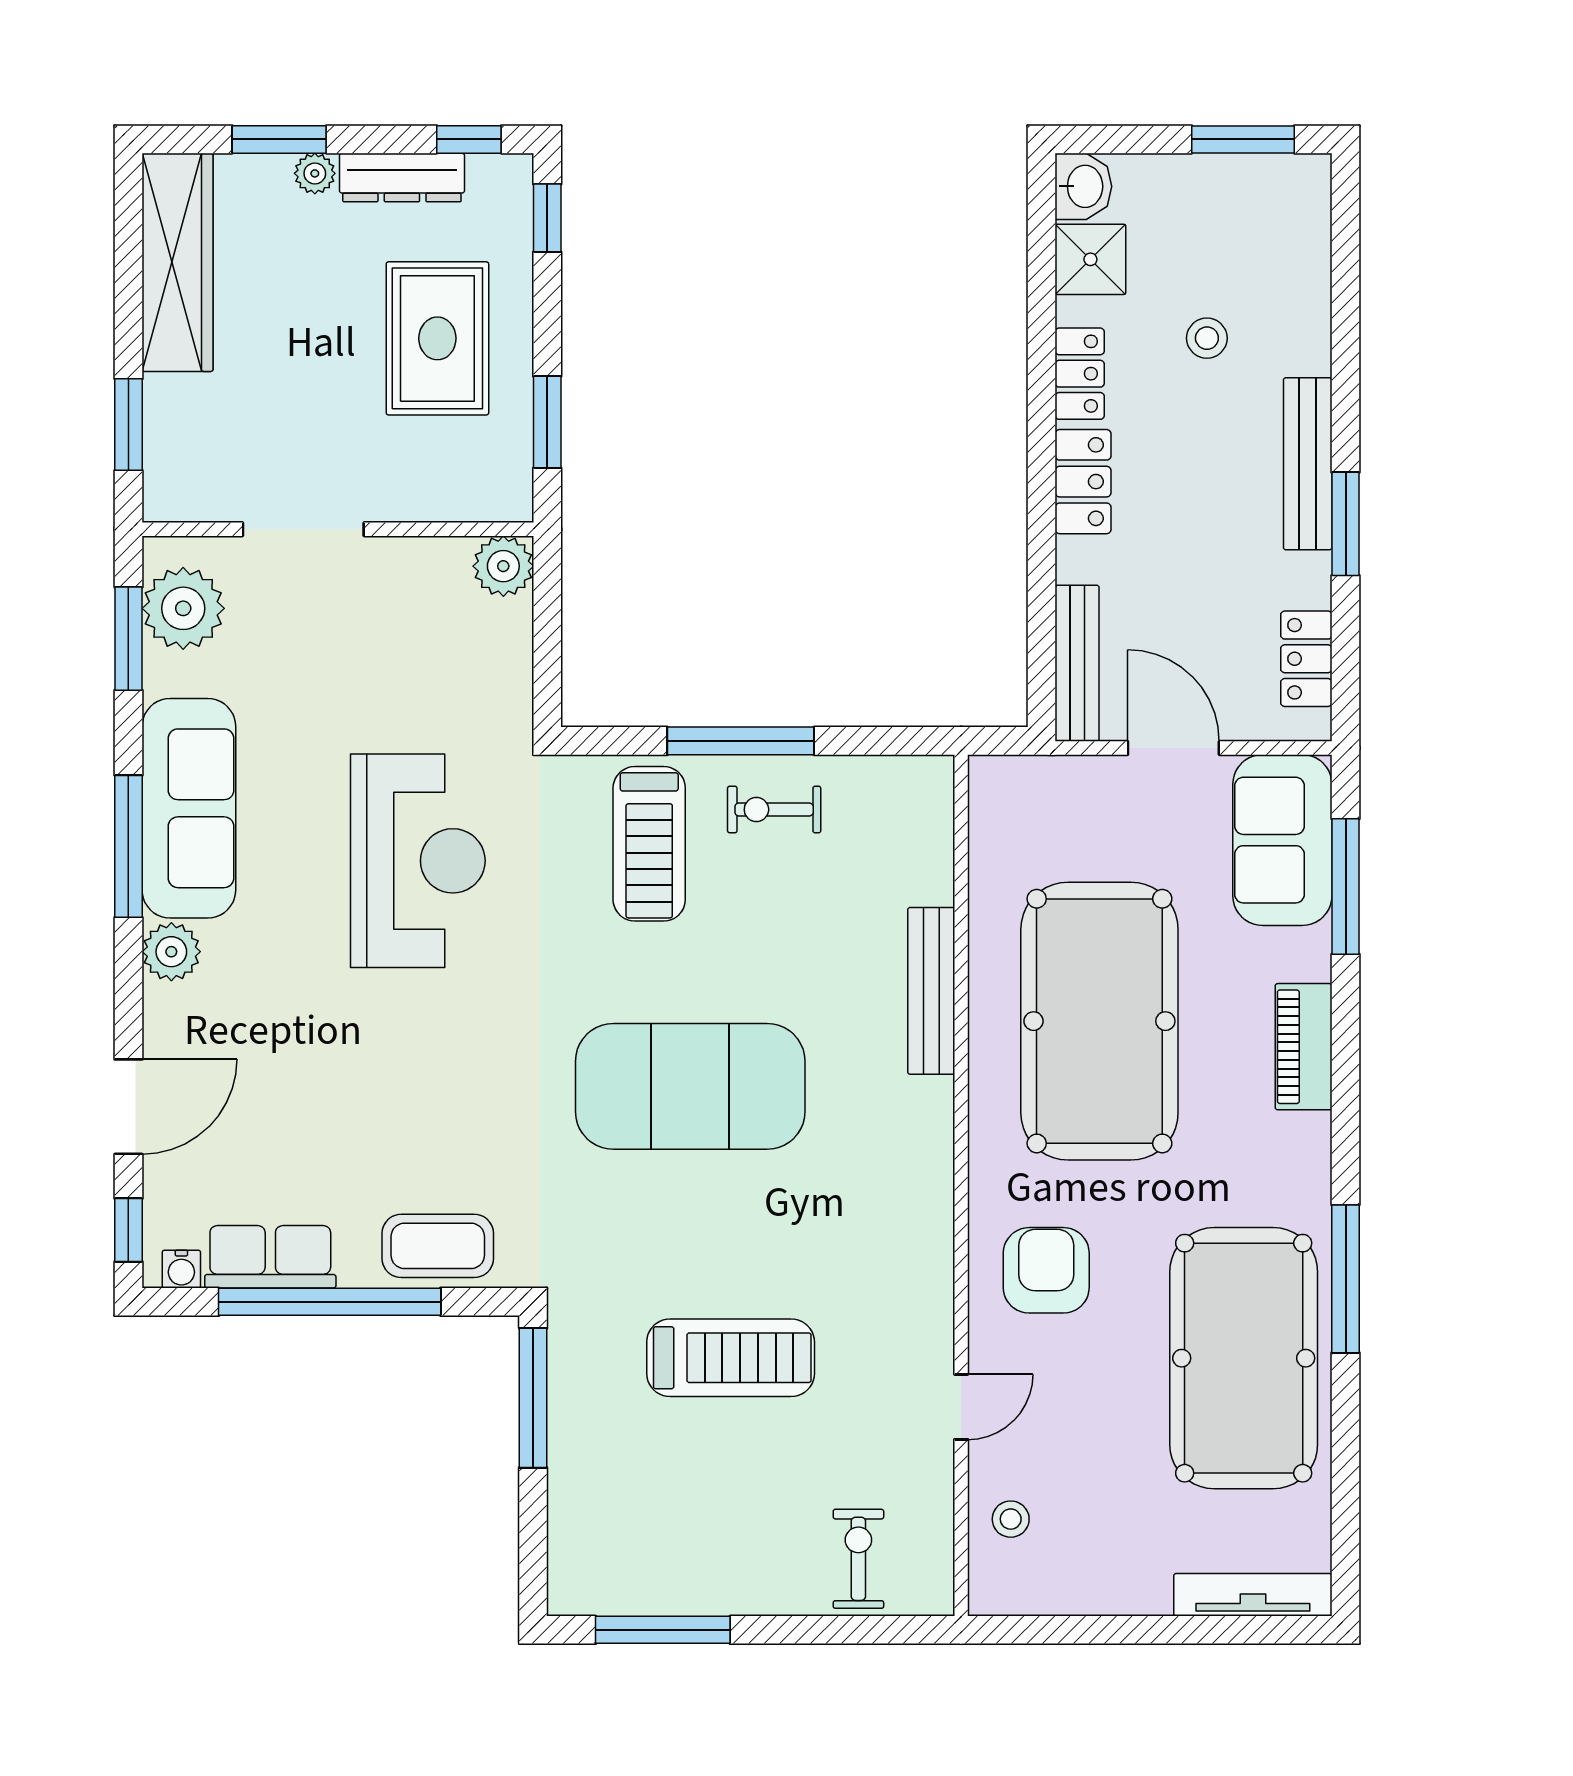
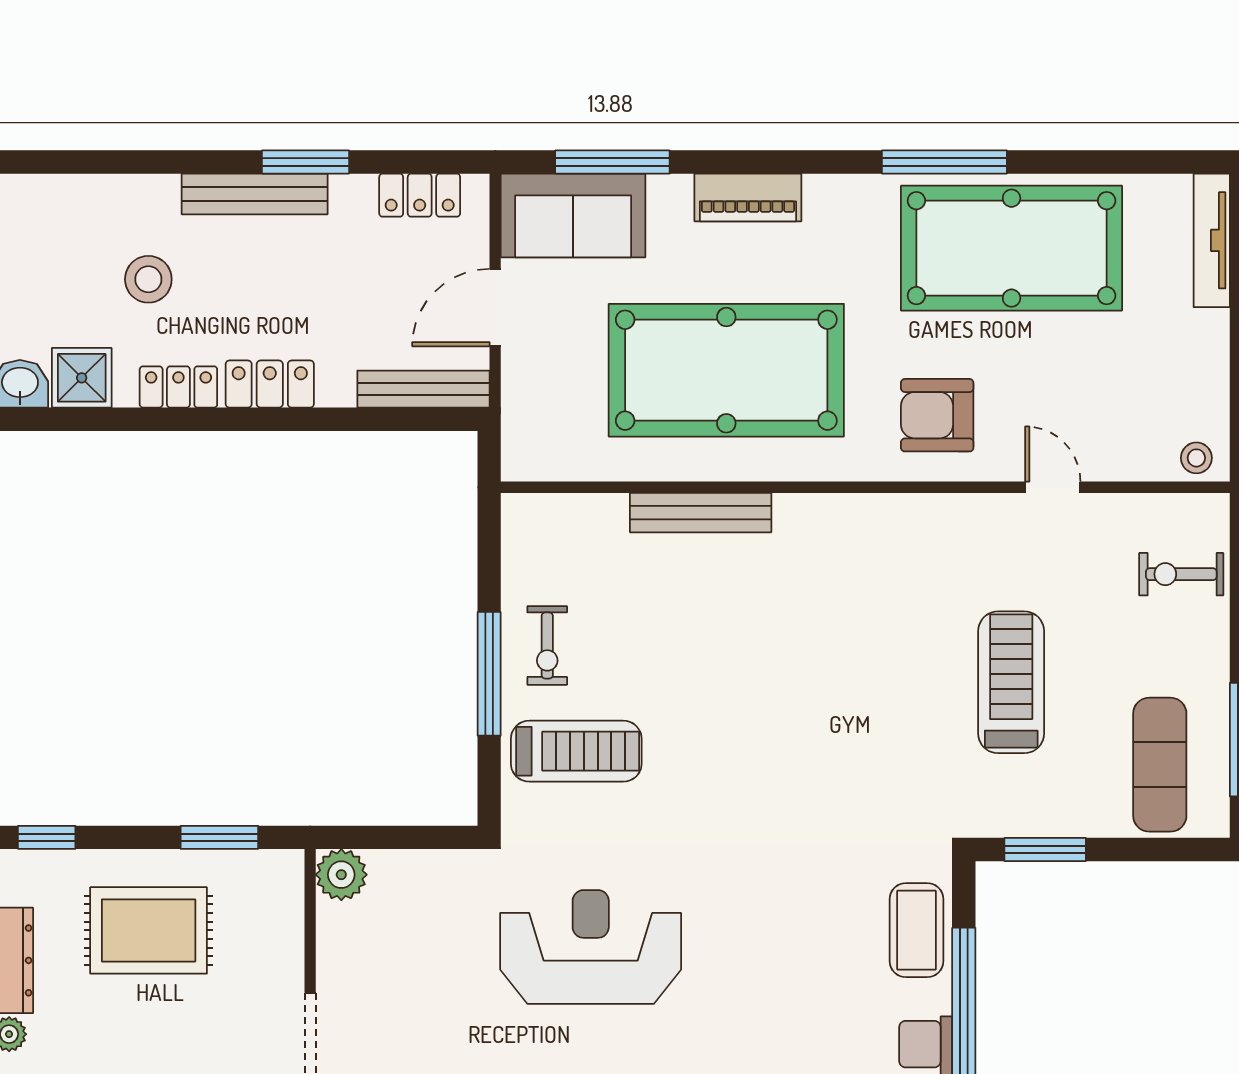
stool: (1207, 338) -> (148, 279), width x1.37, depth x1.37
exercise mat: (690, 1086) -> (1160, 765), moved, width x0.50, depth x0.69
window: (533, 1398) -> (1045, 849), width x0.69
stool: (1011, 1519) -> (1196, 458), moved

